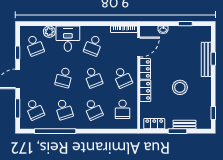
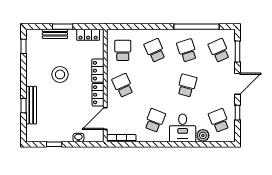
school desk: (93, 77) -> (155, 85), removed

